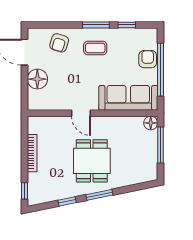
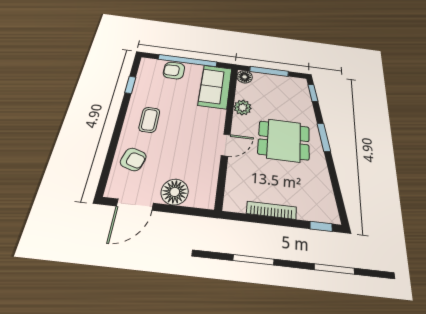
window: (96, 25) -> (122, 116), removed
sofa: (128, 98) -> (215, 87), width x0.73
plant: (118, 124) -> (243, 107), added
window: (67, 201) -> (313, 93), moved

